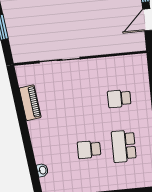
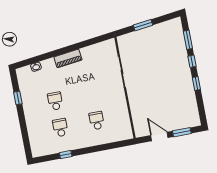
piano: (30, 103) -> (68, 58), moved
school desk: (124, 146) -> (60, 128), width x0.54

